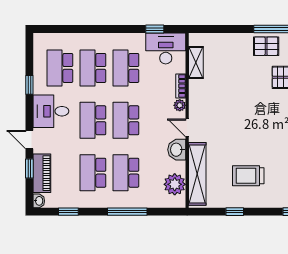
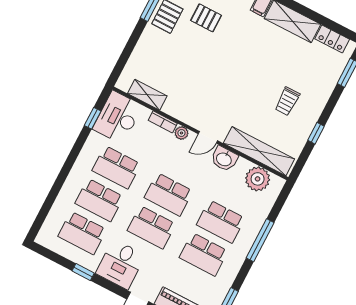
trolley: (248, 176) -> (287, 101), width x0.73, depth x0.72

